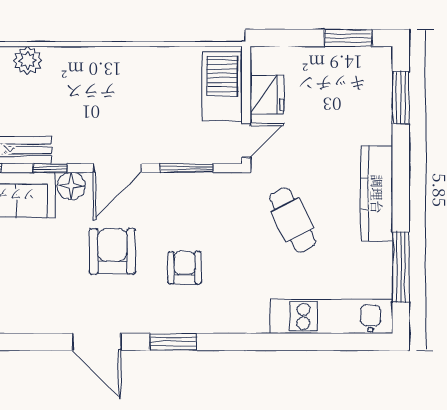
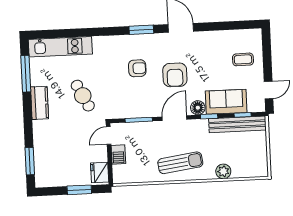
window: (348, 38) -> (79, 190), moved
sun lounger: (110, 81) -> (180, 163), added
barbecue: (222, 86) -> (118, 155), width x0.53, depth x0.65
fridge: (267, 95) -> (100, 172), moved
kitchen counter: (377, 194) -> (40, 103), width x0.67
armchair: (185, 268) -> (137, 68), turned -90

